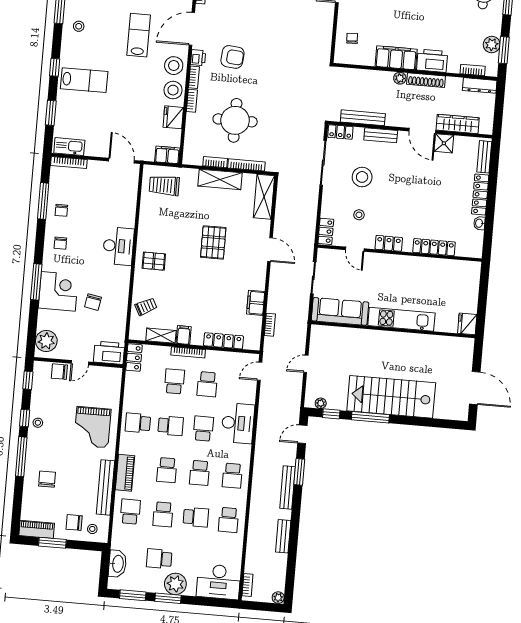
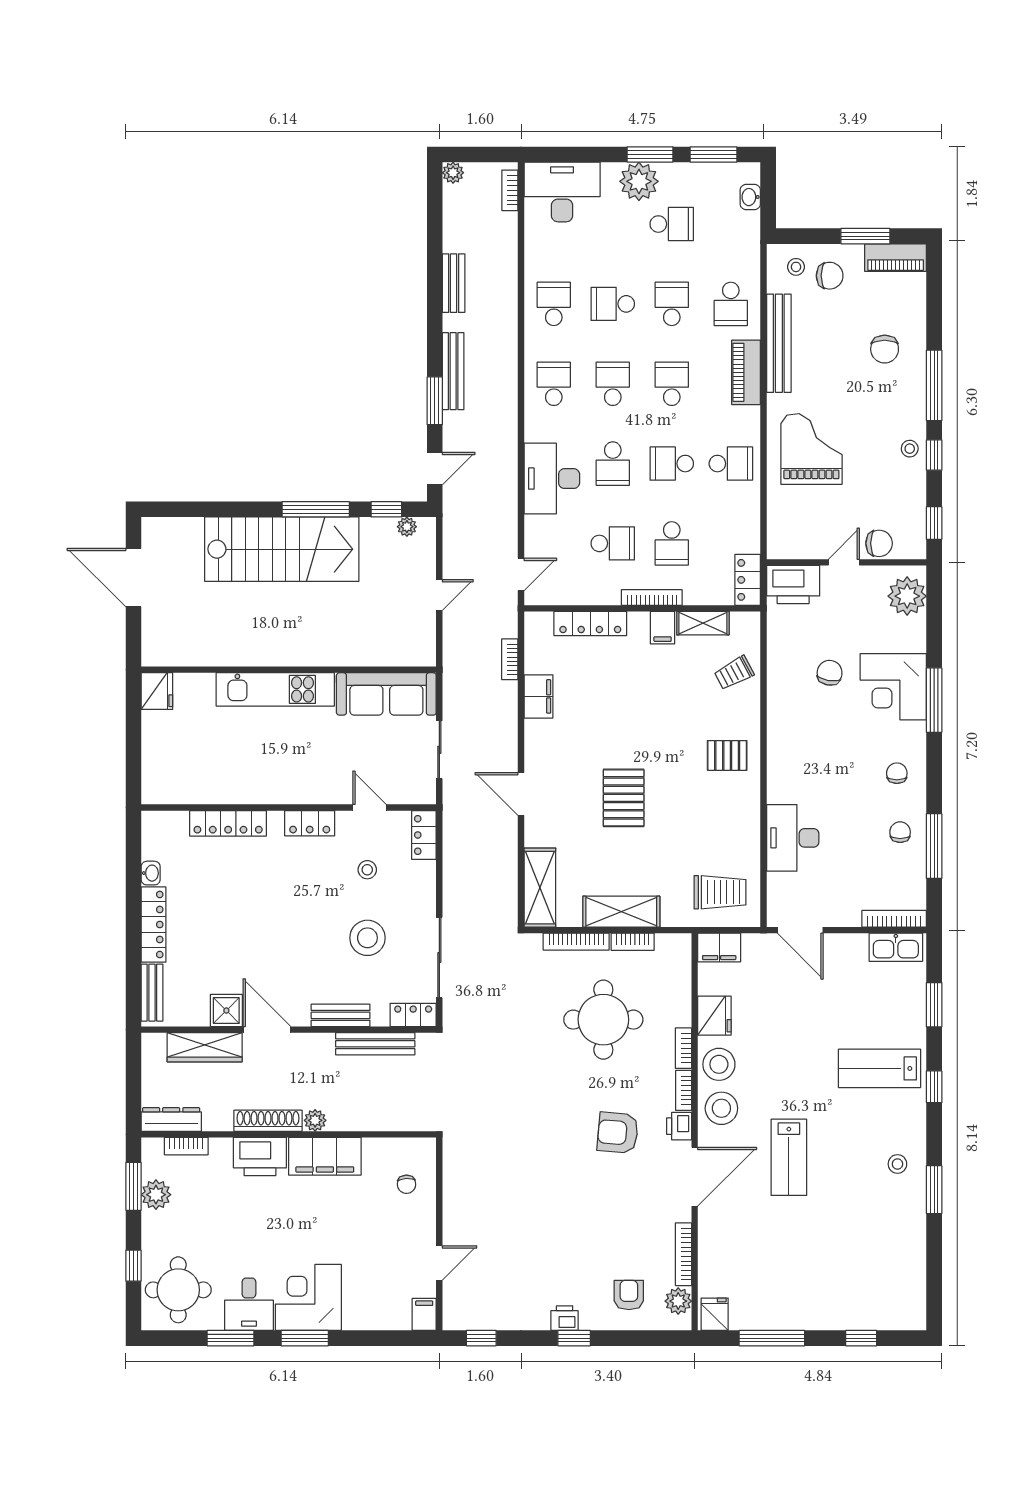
desk: (118, 246) -> (793, 838), moved
school desk: (207, 384) -> (613, 543), turned 90
washbasin: (117, 564) -> (750, 197), width x0.52, depth x0.69

